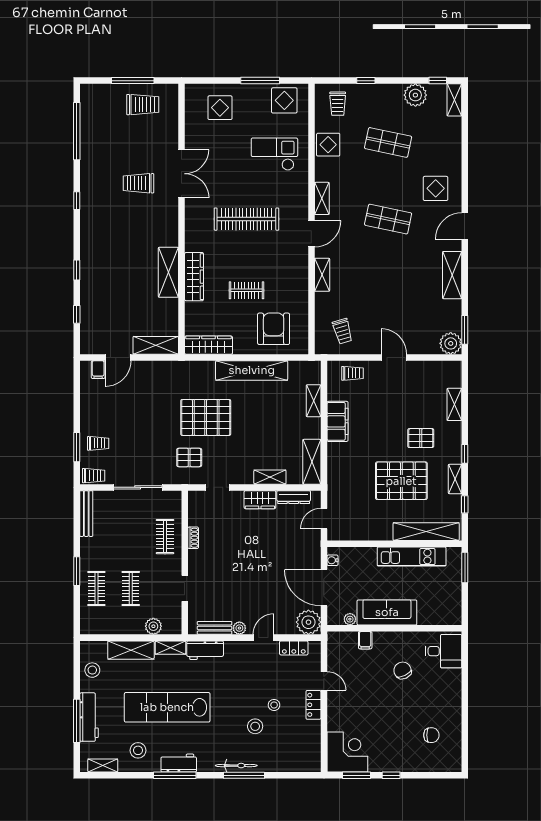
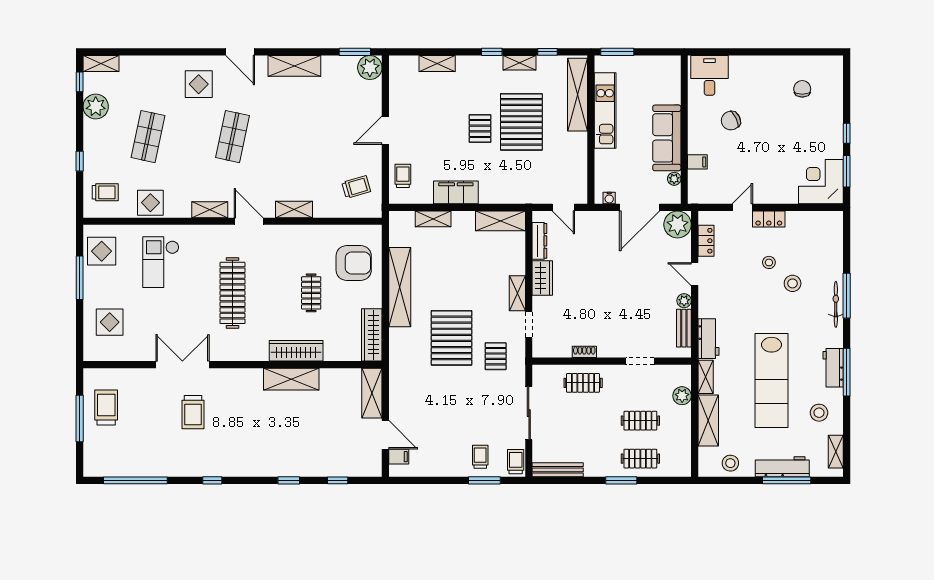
armchair: (274, 329) -> (354, 263), turned 180
pallet: (421, 438) -> (480, 129), moved
shelving: (270, 477) -> (517, 293), moved

